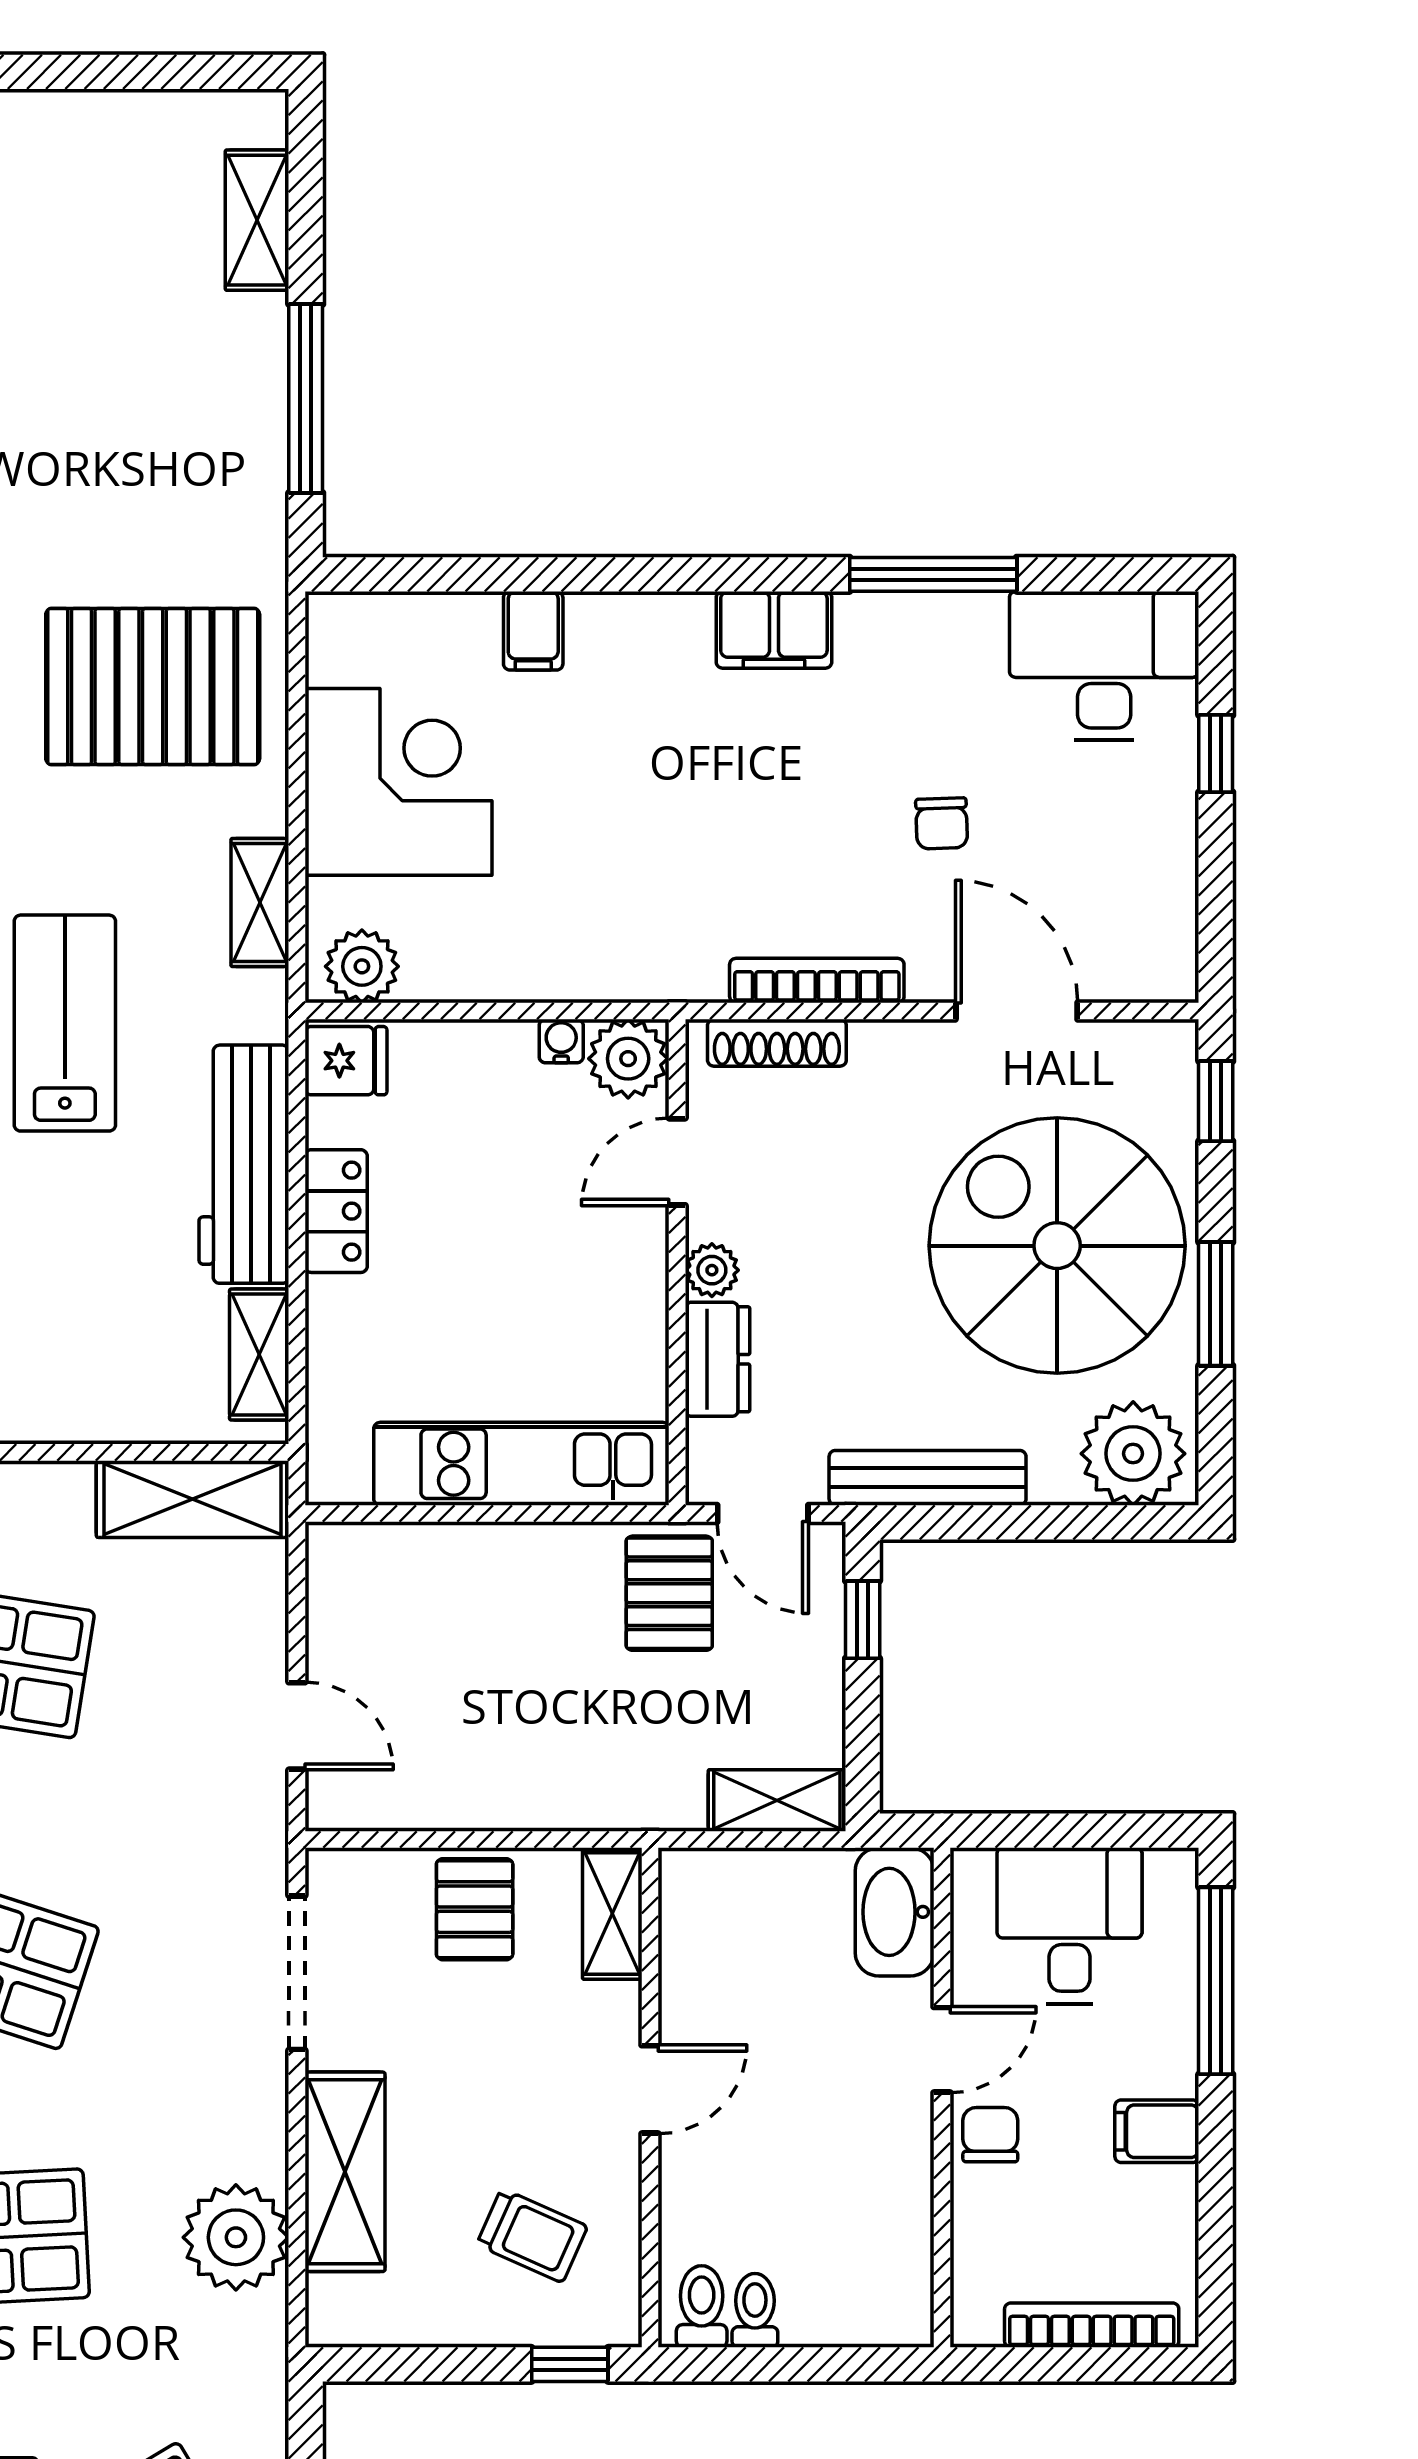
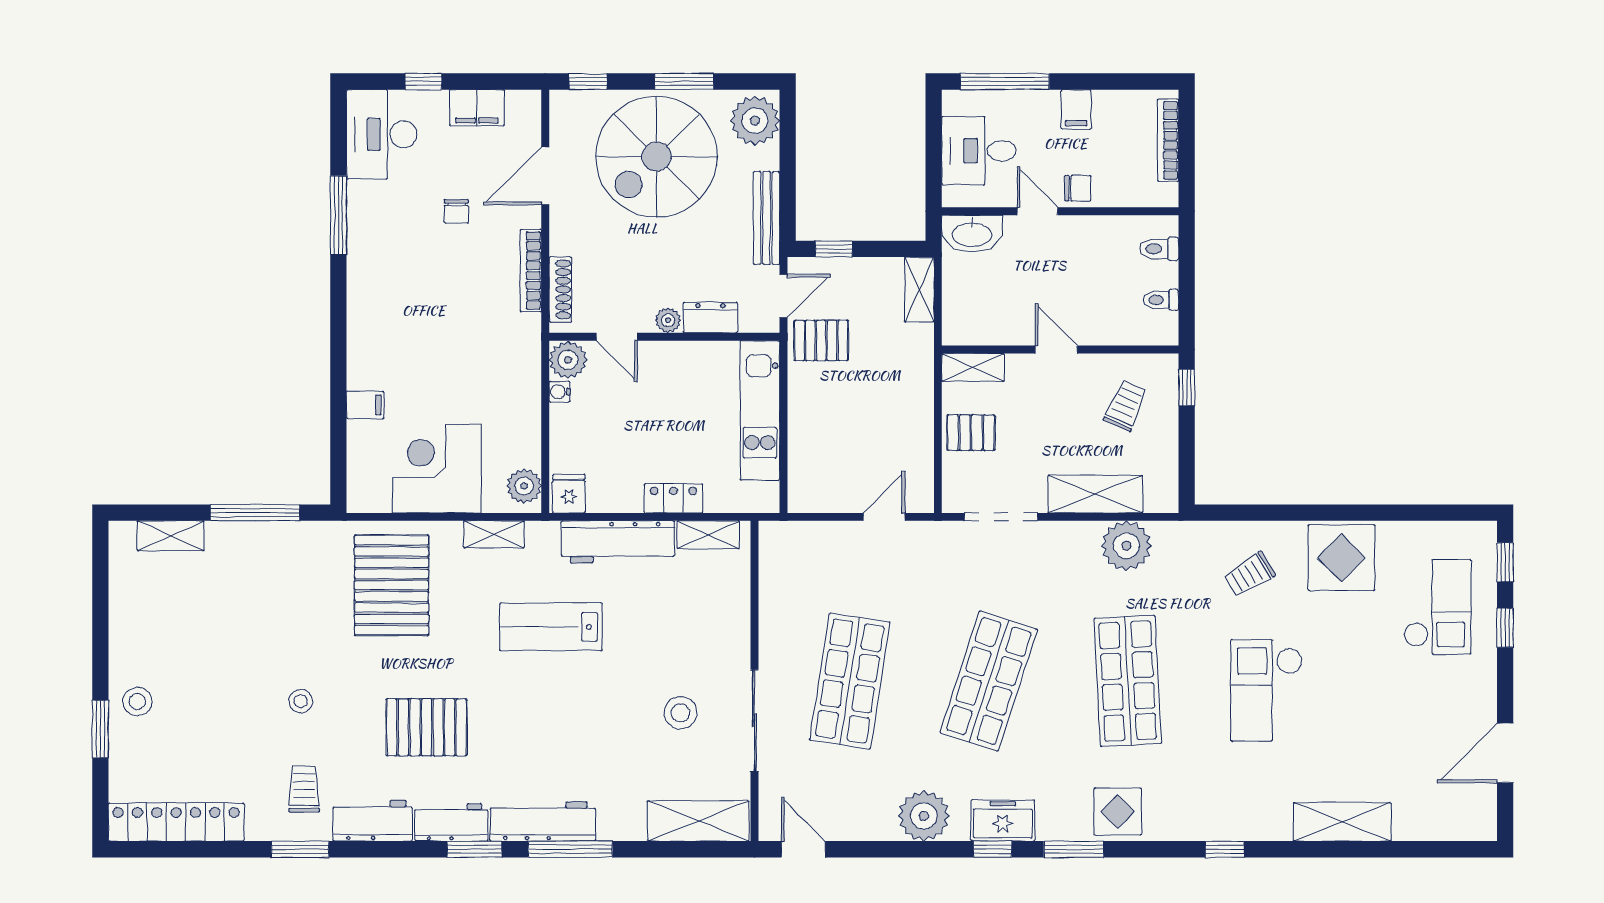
filing cabinet: (774, 630) -> (477, 108), moved, turned 90
chair: (942, 823) -> (456, 211), turned 92
locker: (336, 1211) -> (673, 498), moved
shelving: (193, 1499) -> (777, 566), removed
chair: (990, 2135) -> (1078, 188), turned 180
toilet: (702, 2306) -> (1159, 249), moved

